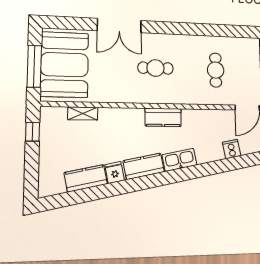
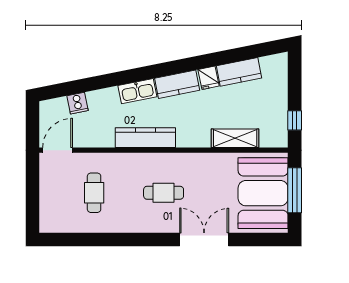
shelving: (83, 113) -> (235, 138), width x1.50, depth x1.33
kitchen counter: (163, 117) -> (145, 138), width x1.50

